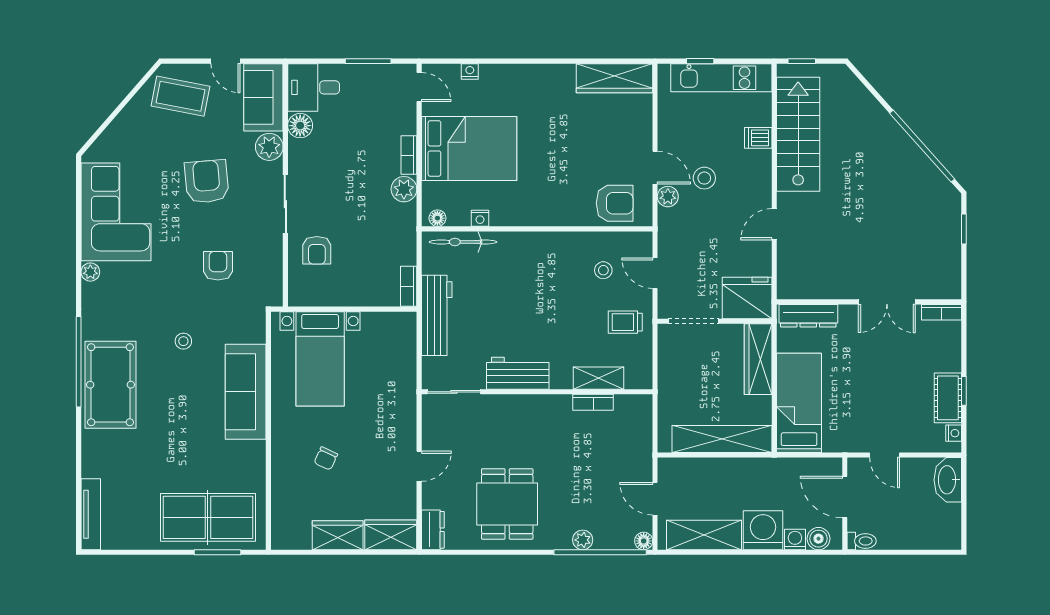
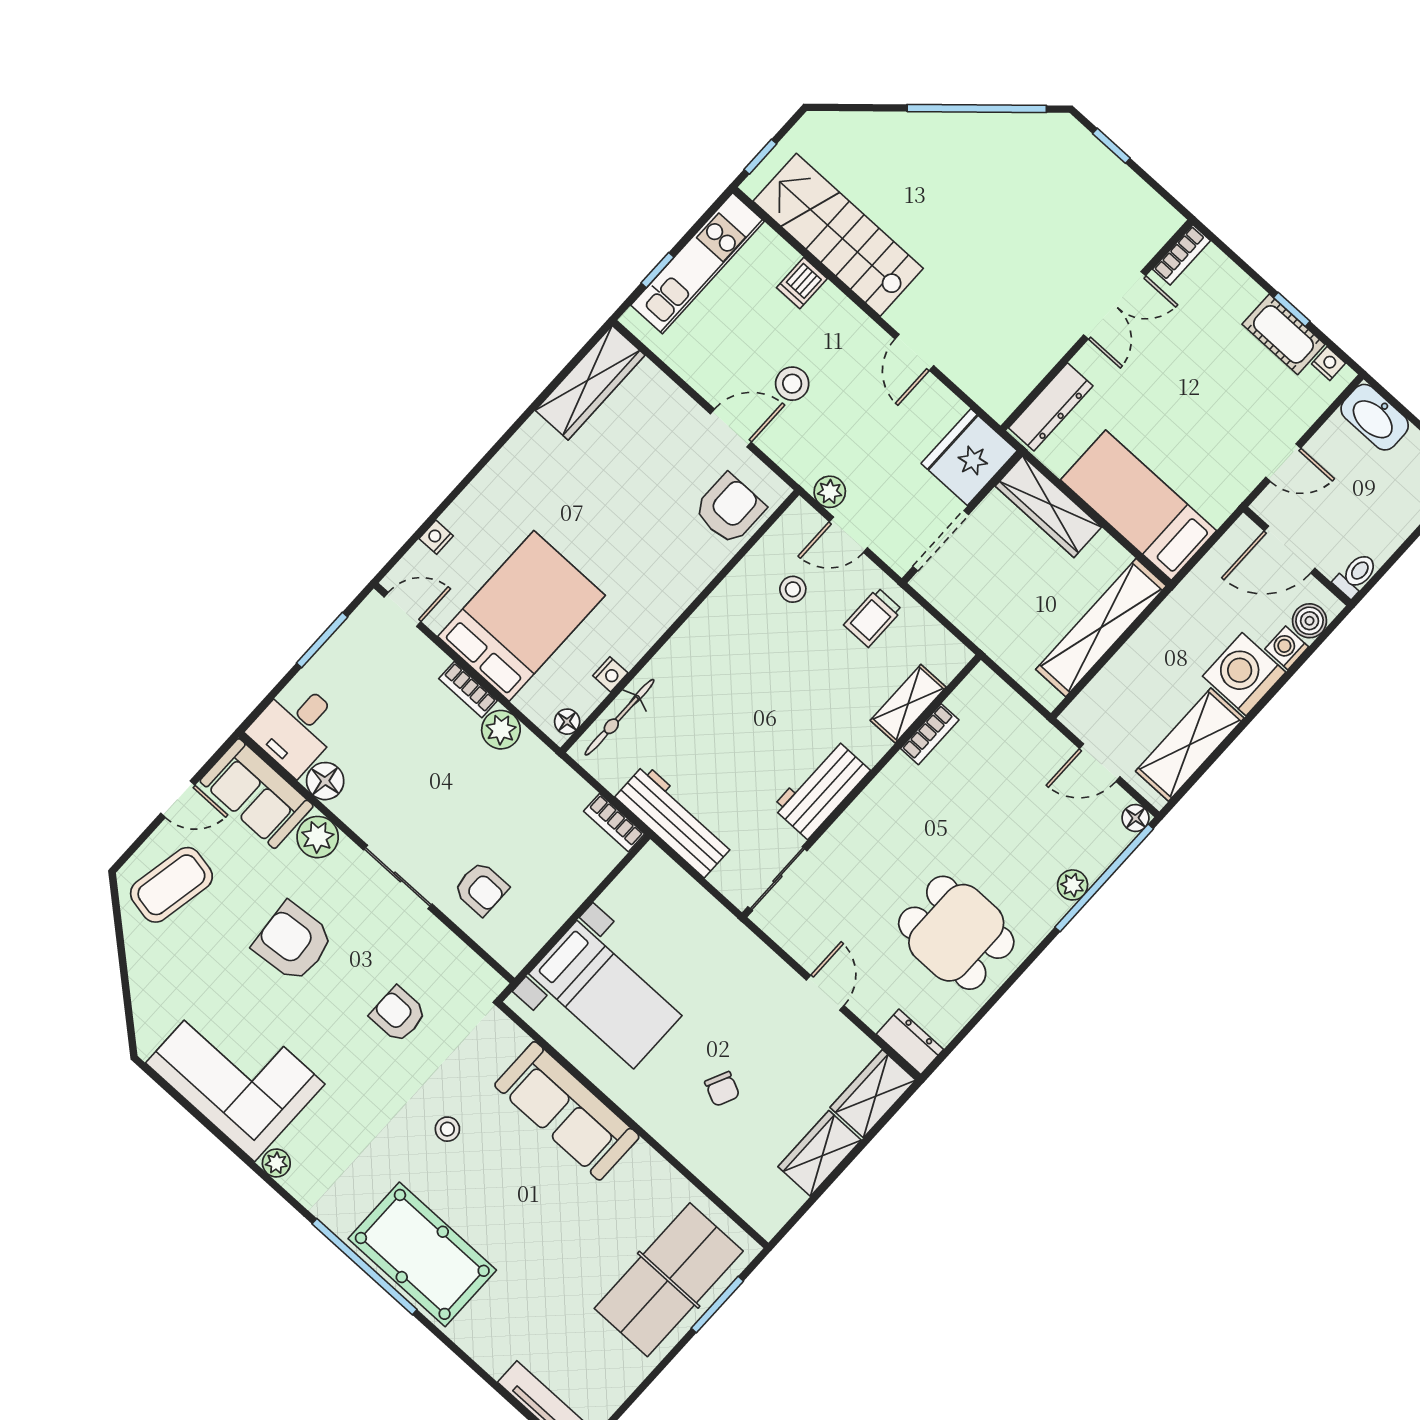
plant: (668, 197) -> (830, 492), moved

